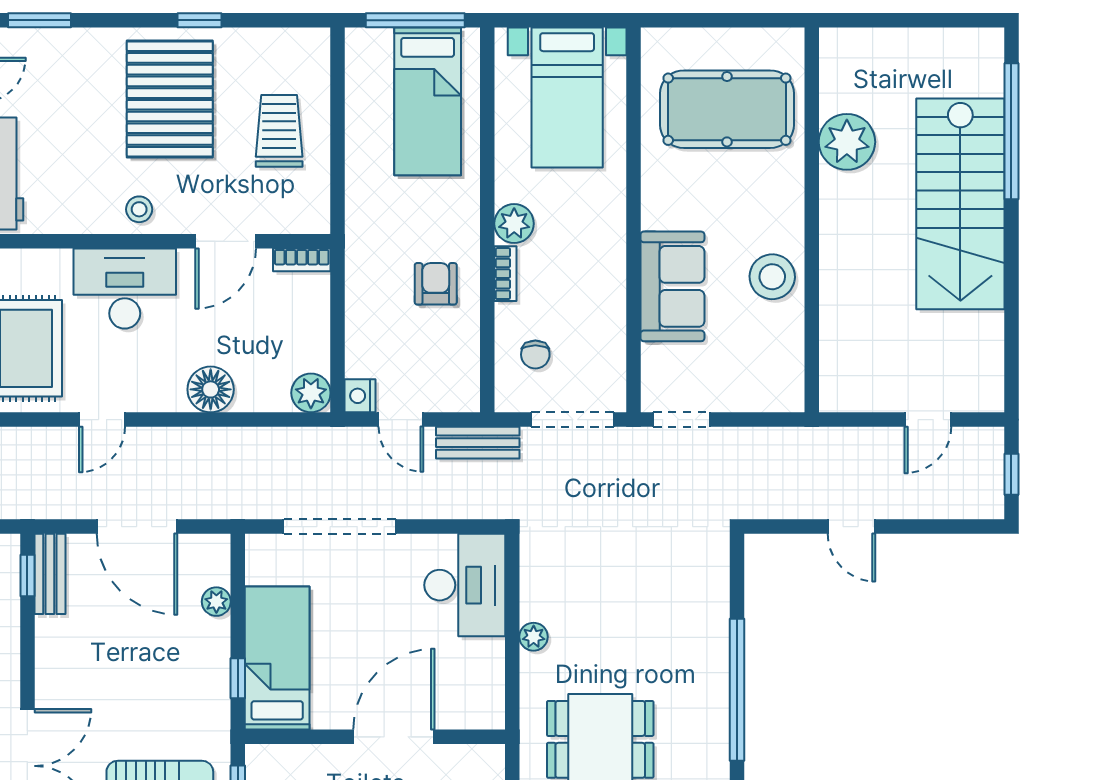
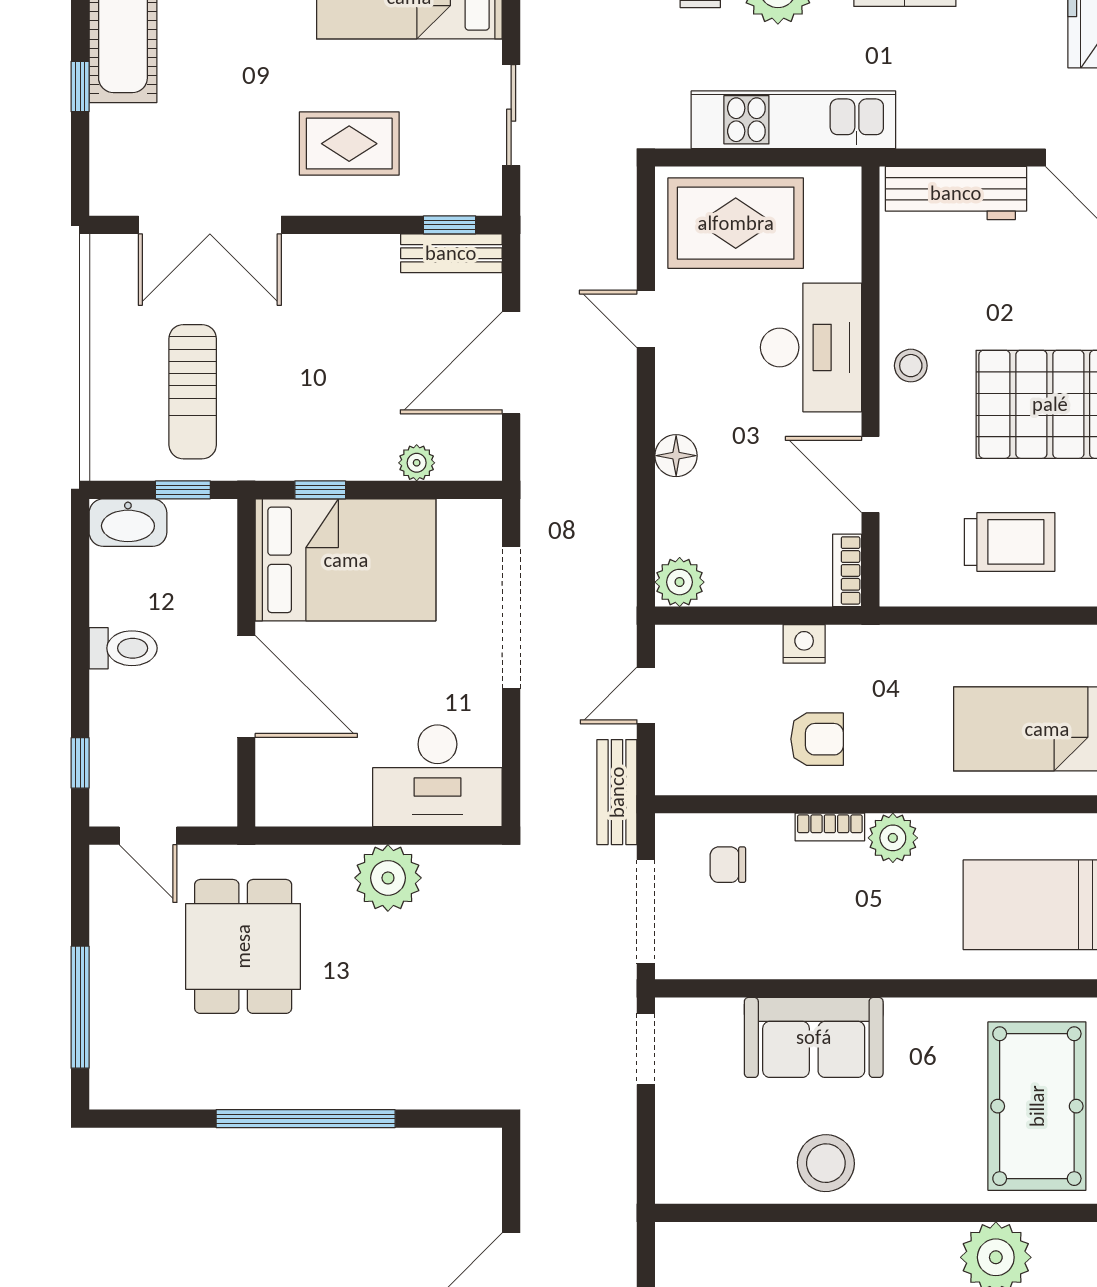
floor lamp: (211, 389) -> (676, 456), width x0.73, depth x0.73
nightstand: (360, 396) -> (804, 644), moved
plant: (534, 637) -> (388, 878), width x1.88, depth x1.88
bed: (277, 658) -> (346, 560), width x1.50

